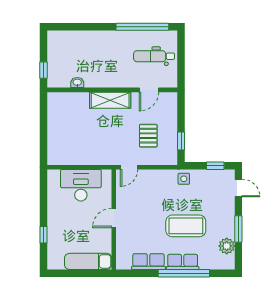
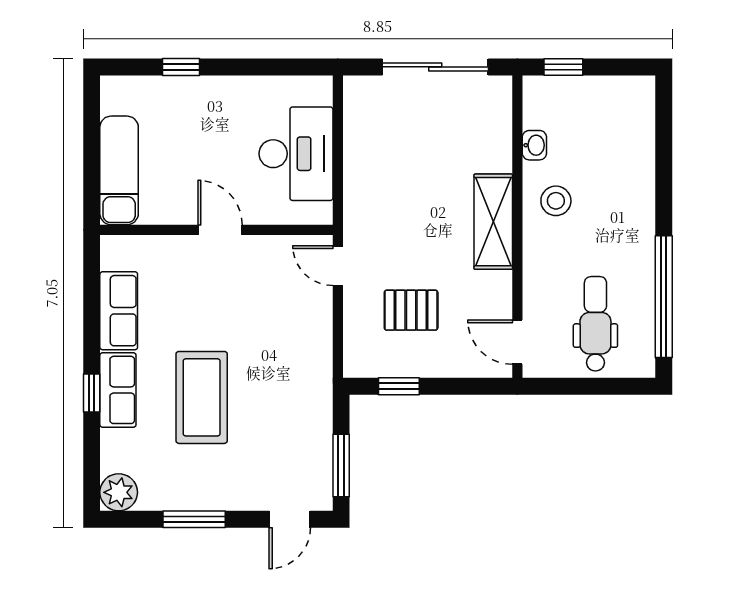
stool: (101, 73) -> (556, 201), added
door: (149, 90) -> (517, 342), moved
sliding door: (43, 125) -> (435, 67), added
window: (215, 166) -> (341, 466), width x1.50
side table: (184, 179) -> (311, 393), removed
plant: (227, 246) -> (119, 492), moved
window: (184, 273) -> (92, 393), width x0.32

